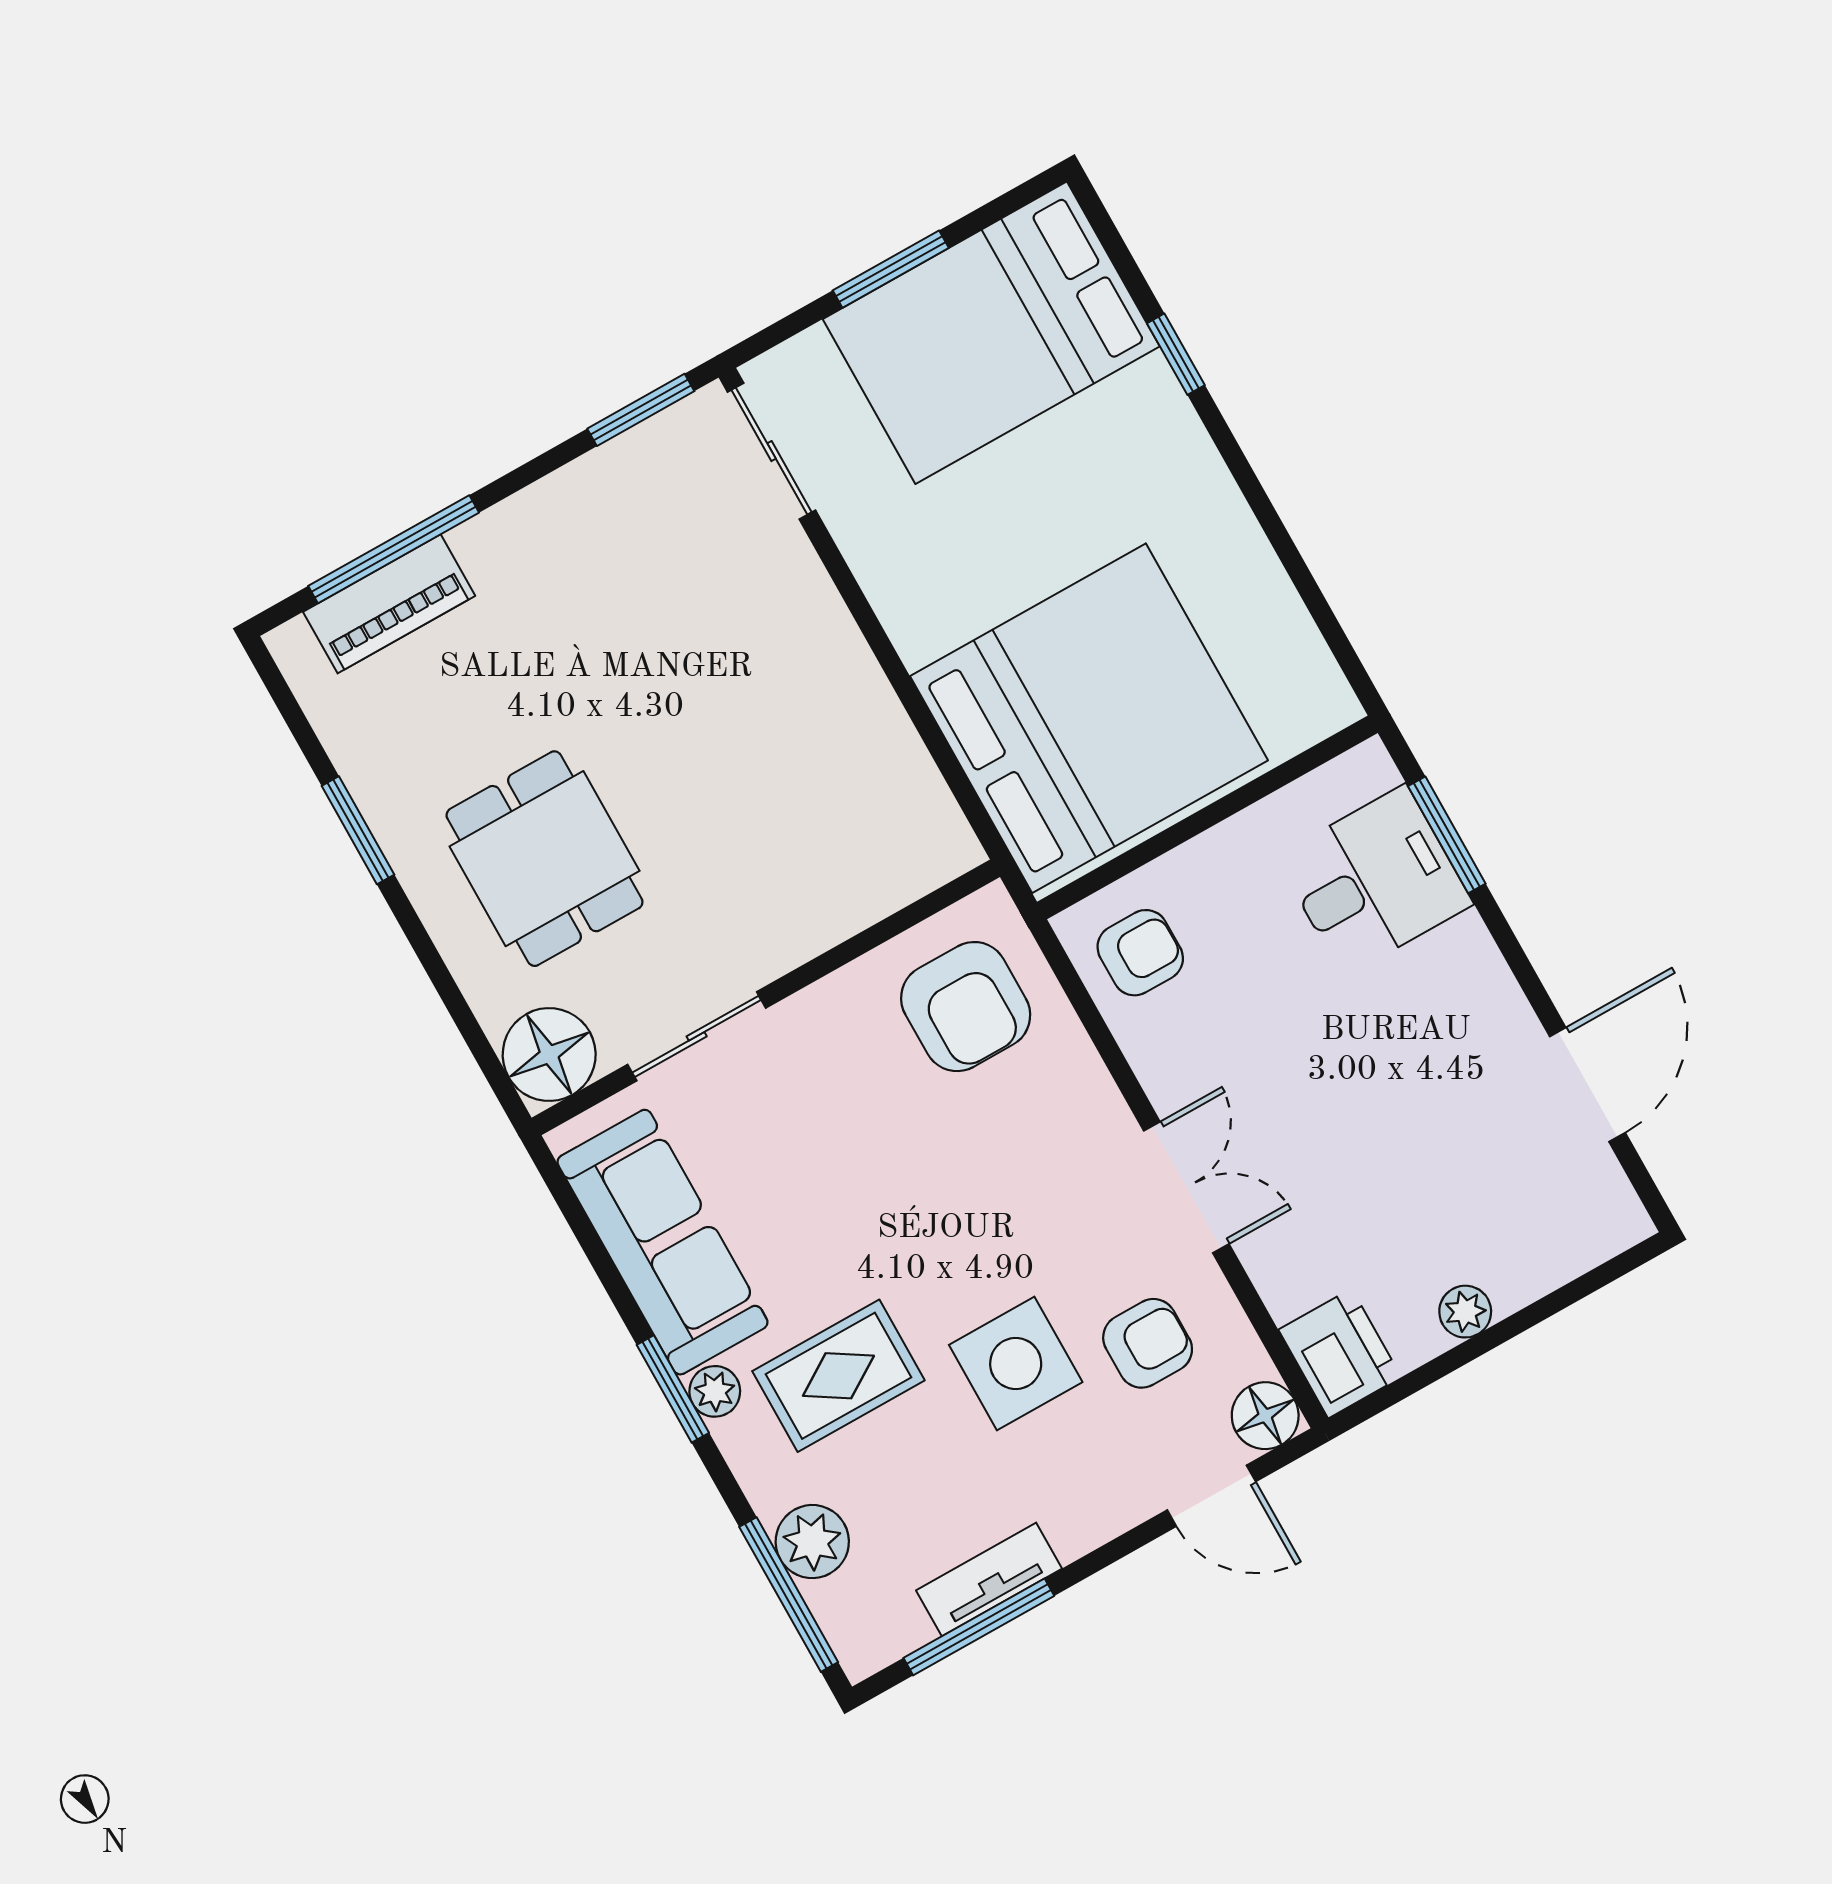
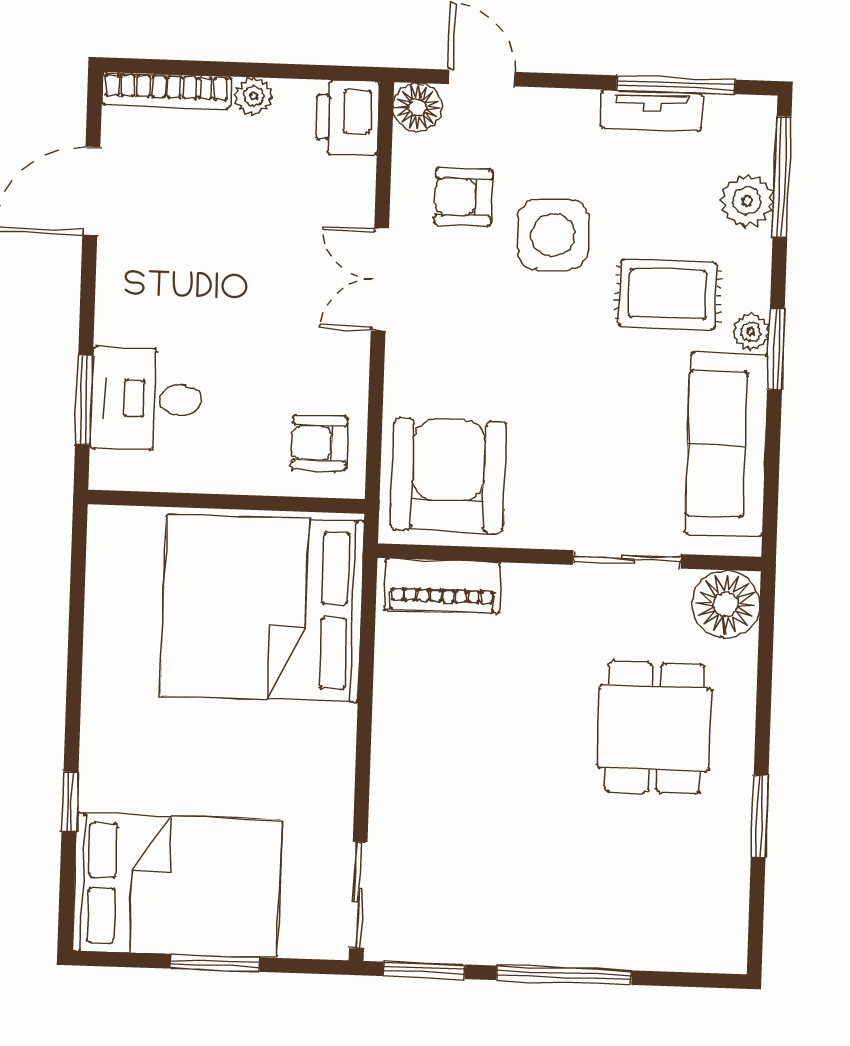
window: (394, 549) -> (564, 975), moved
piano: (389, 604) -> (442, 586), moved, turned 180
armchair: (966, 1007) -> (449, 476), width x1.36, depth x1.36
bookcase: (1571, 1256) -> (167, 91), added

